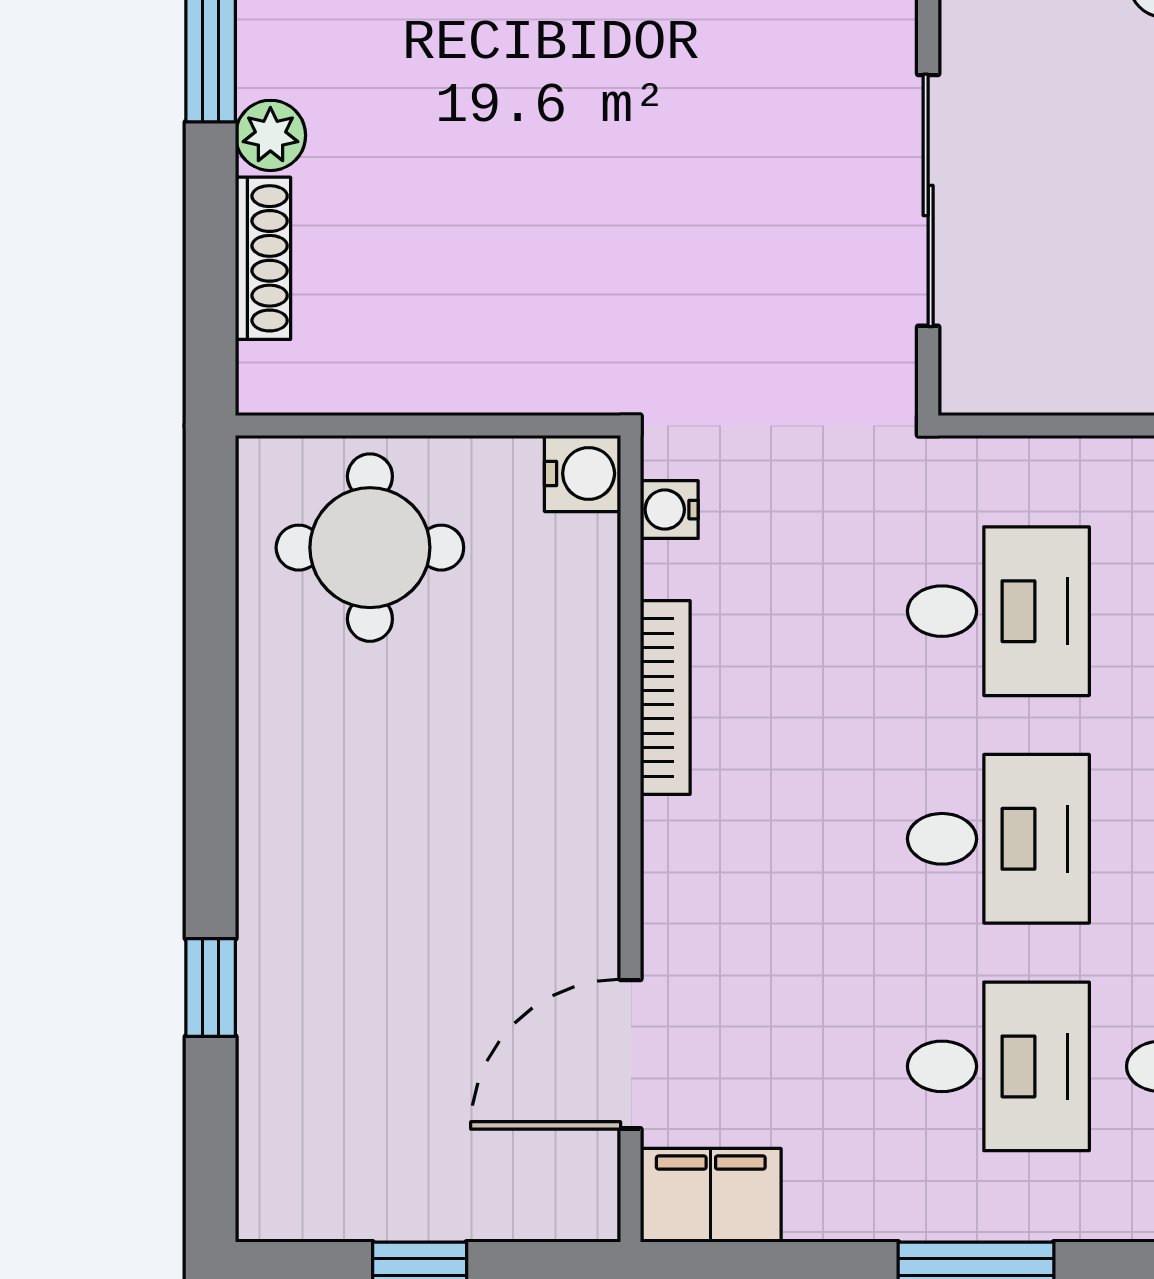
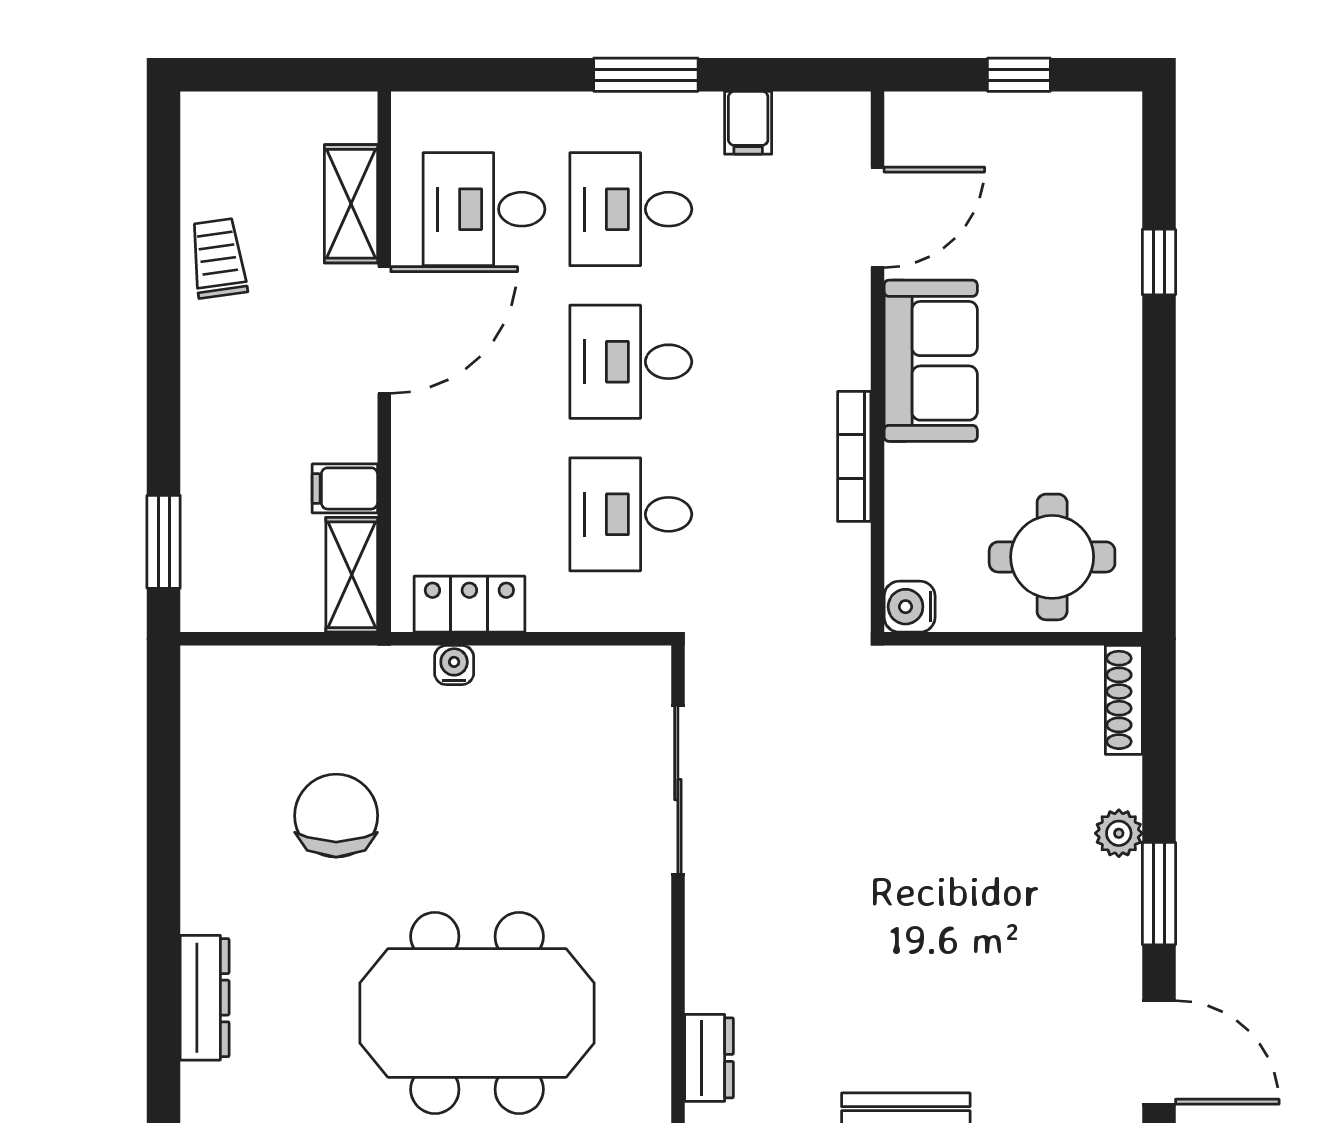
shoe rack: (263, 258) -> (1124, 700), moved
water cooler: (669, 510) -> (851, 582), removed
sofa: (551, 840) -> (931, 361), added
filing cabinet: (711, 1195) -> (748, 123), moved, width x0.50

